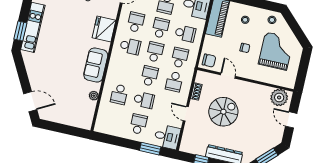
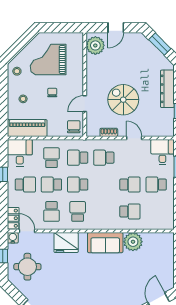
school desk: (136, 22) -> (51, 211), turned -90
school desk: (149, 76) -> (104, 185), removed
school desk: (174, 82) -> (104, 158), turned 180
plant: (94, 96) -> (133, 242), width x1.87, depth x1.87
school desk: (144, 100) -> (130, 185), turned 90
door: (186, 114) -> (134, 138), swing flipped

